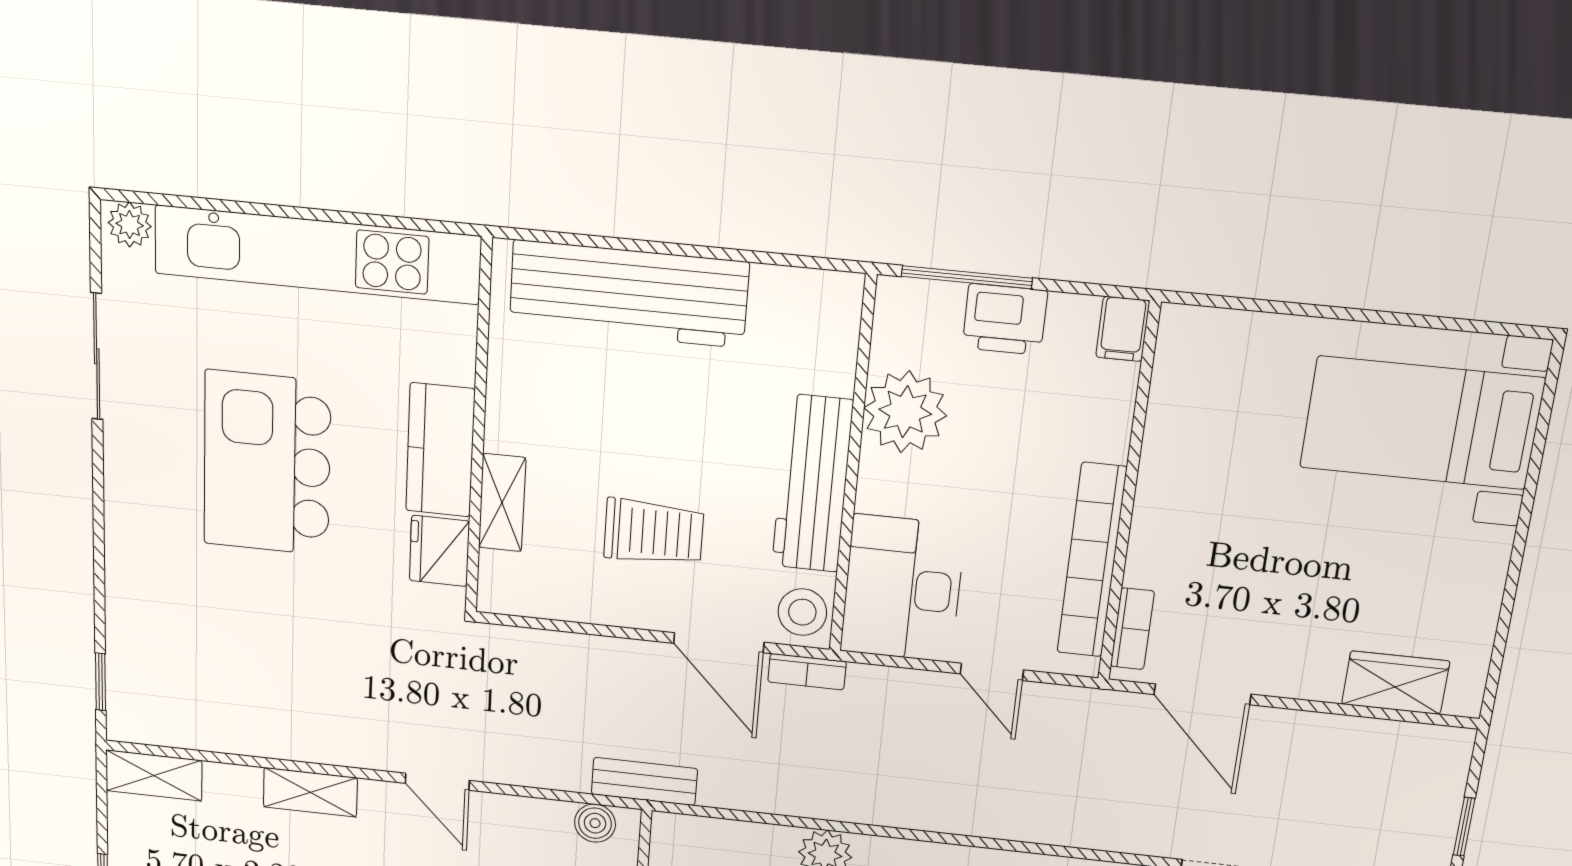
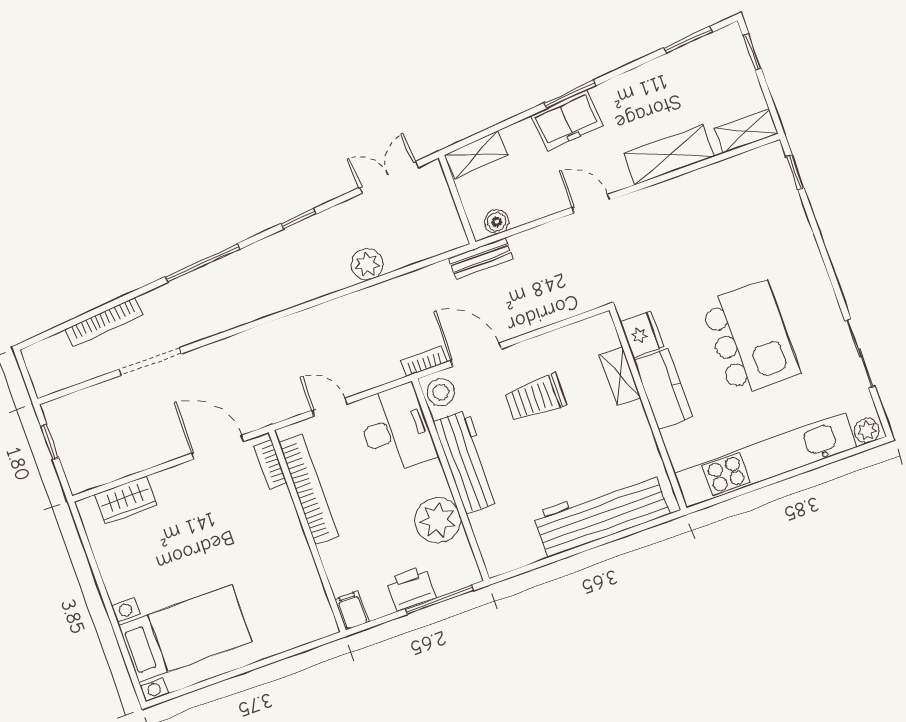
shelving: (310, 792) -> (669, 155), width x1.50, depth x1.33

